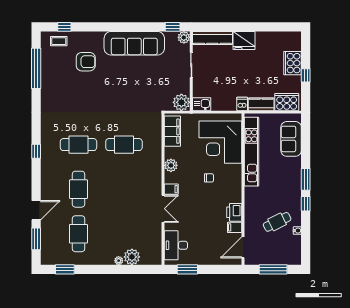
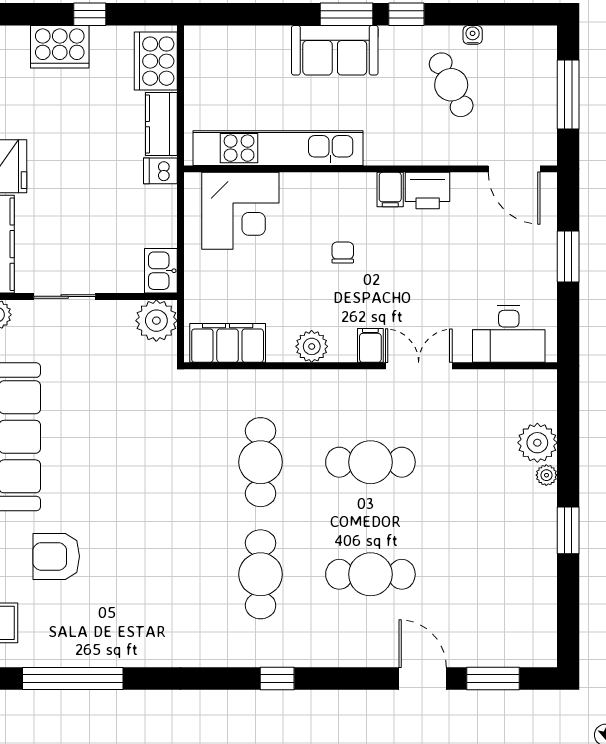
armchair: (86, 62) -> (56, 556), turned -90
sofa: (291, 139) -> (335, 50), moved
corner desk: (220, 142) -> (240, 211), width x0.74, depth x0.74
filing cabinet: (235, 227) -> (390, 190), moved
cafe table: (78, 234) -> (370, 462), moved
window: (65, 269) -> (568, 530), moved
window: (187, 269) -> (568, 256), moved

